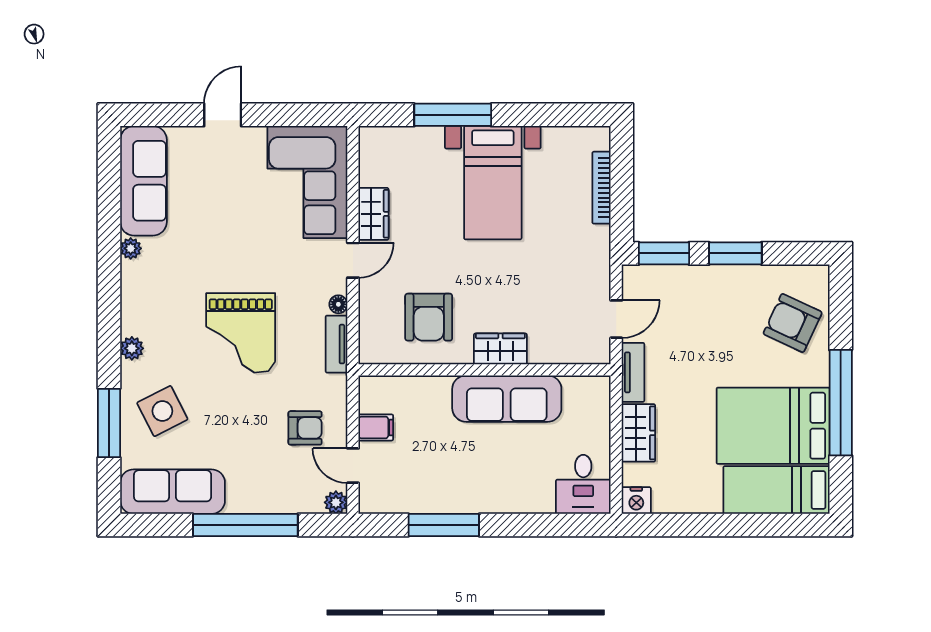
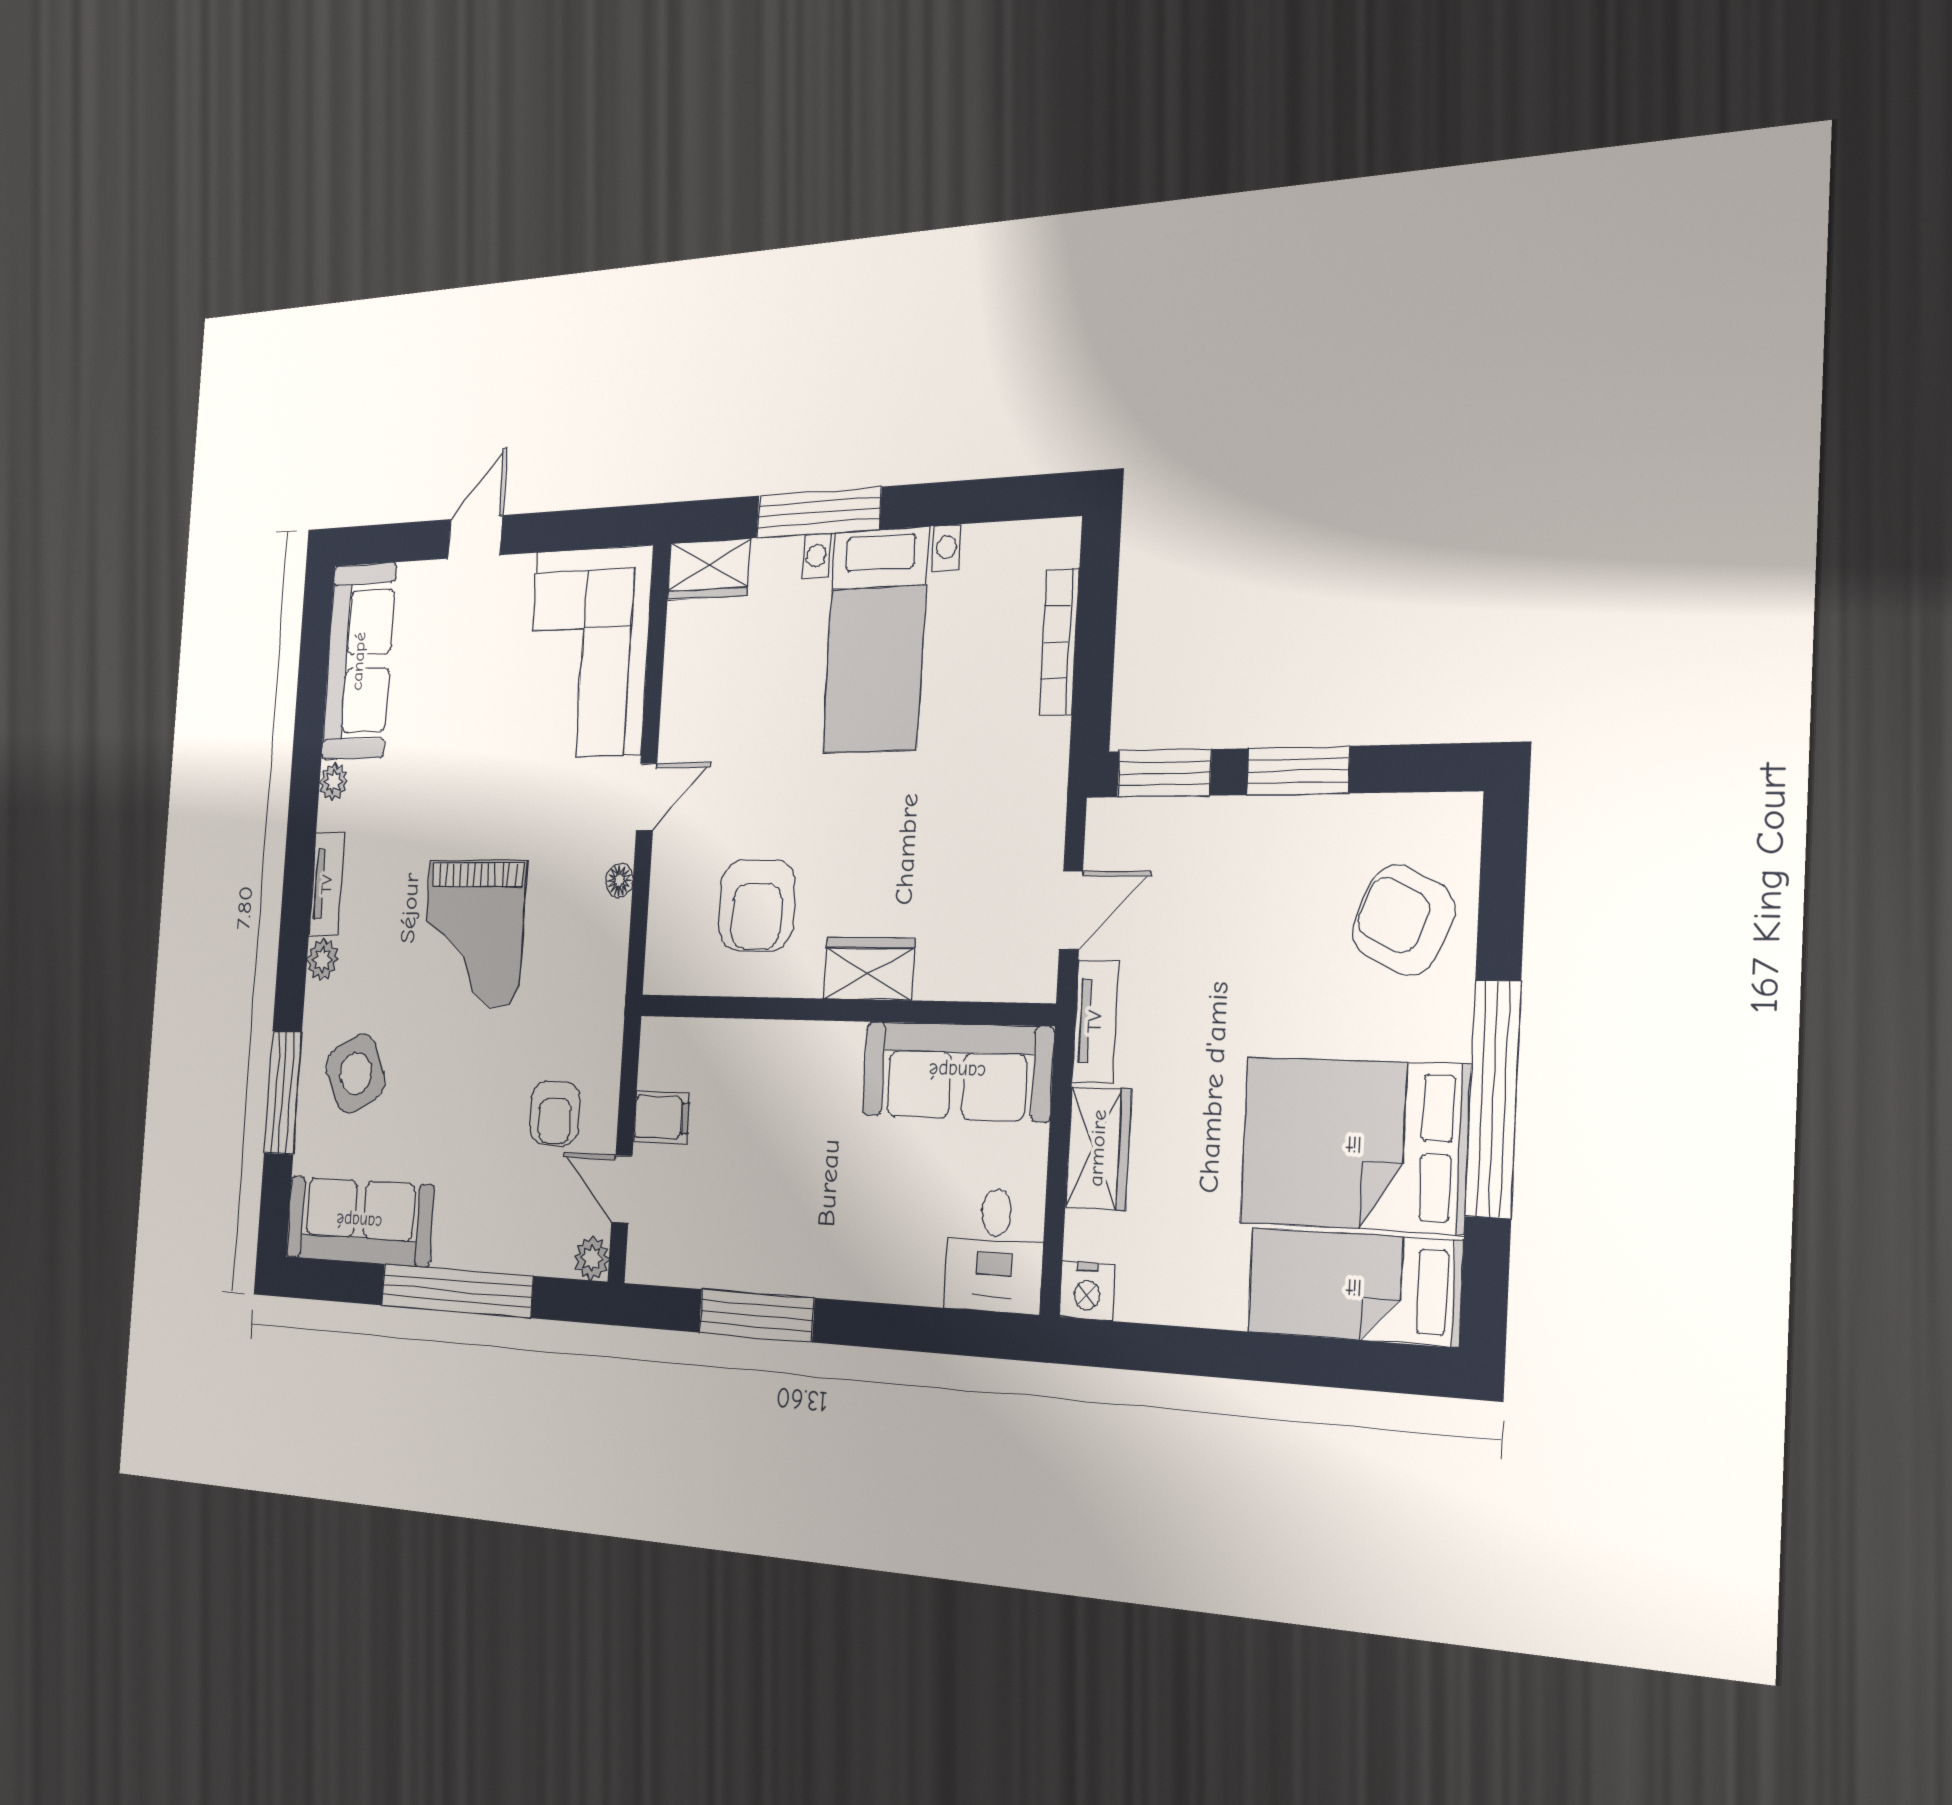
wardrobe: (374, 214) -> (709, 569), moved, turned 90
tv unit: (336, 344) -> (327, 884), moved, turned 180
sofa: (507, 399) -> (957, 1071), moved
armchair: (305, 428) -> (555, 1113), turned 90

